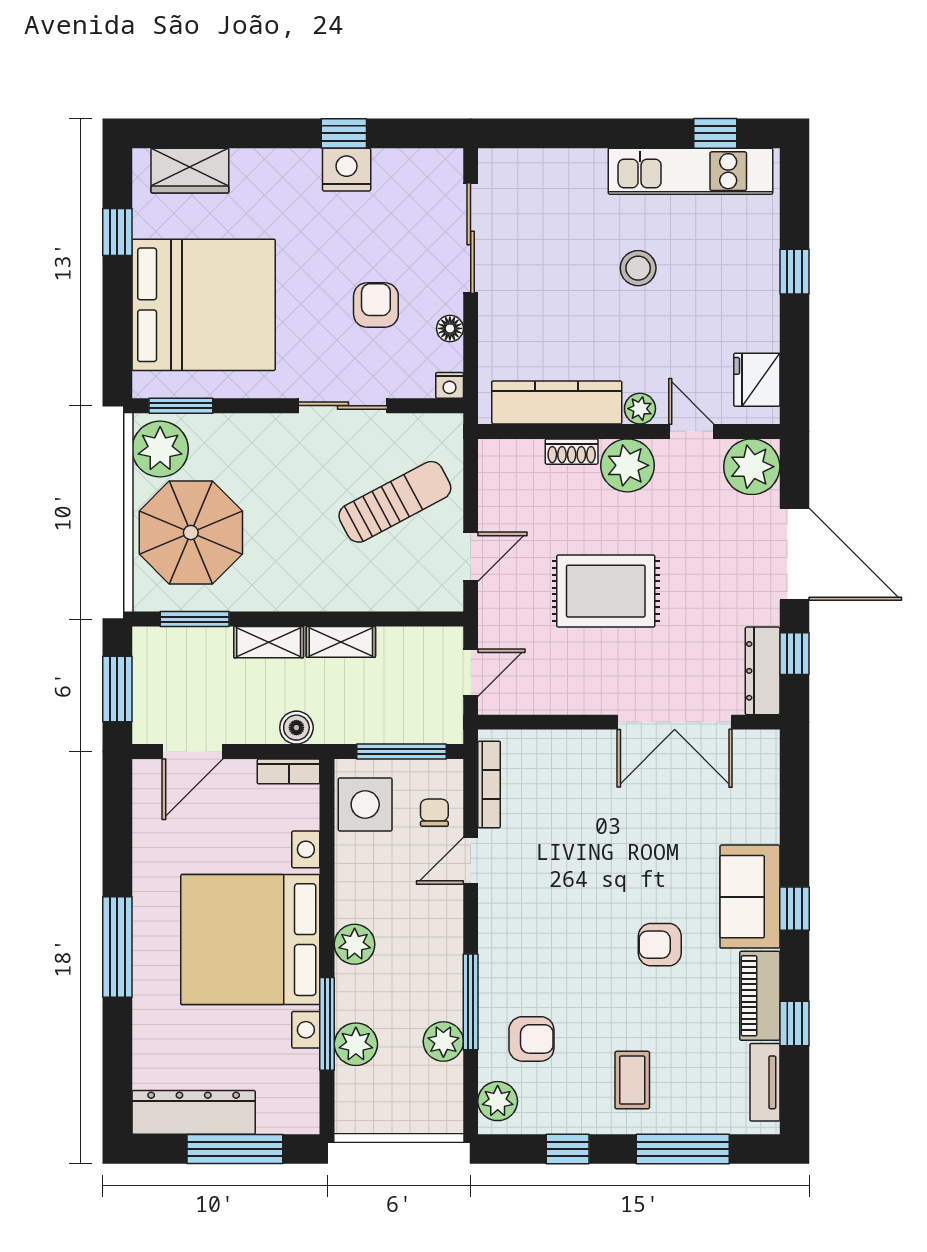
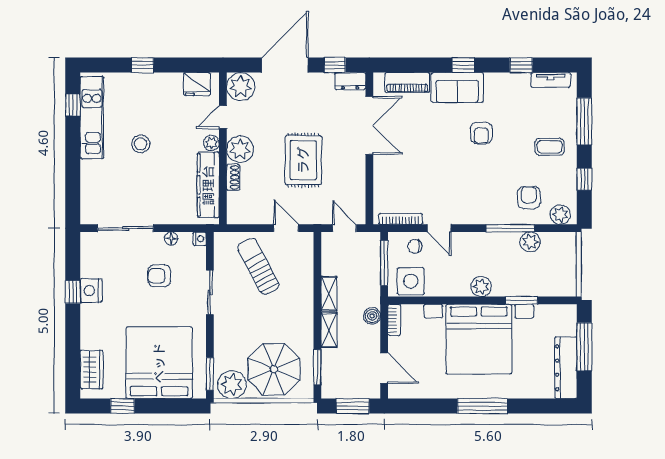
dresser: (763, 671) -> (350, 81), width x0.70
piano: (760, 996) -> (407, 83), moved
window: (327, 1024) -> (521, 300), width x0.69
plant: (356, 1044) -> (531, 286), removed

